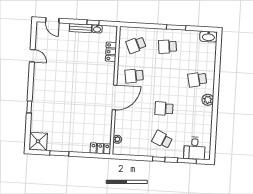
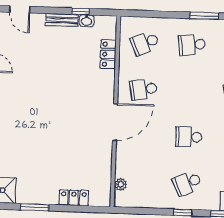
school desk: (162, 140) -> (187, 183), turned -48
locker: (100, 148) -> (74, 198), moved

